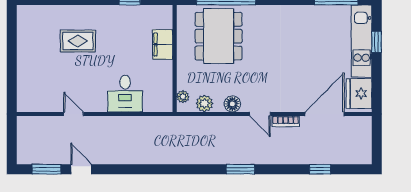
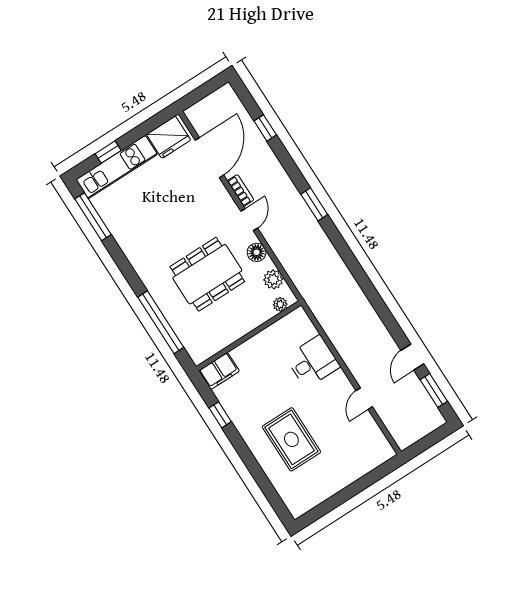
dining table: (219, 36) -> (207, 274), moved
rug: (78, 41) -> (291, 439), width x1.36, depth x1.43
filing cabinet: (163, 45) -> (219, 371), moved
door: (325, 114) -> (209, 158), swing flipped

